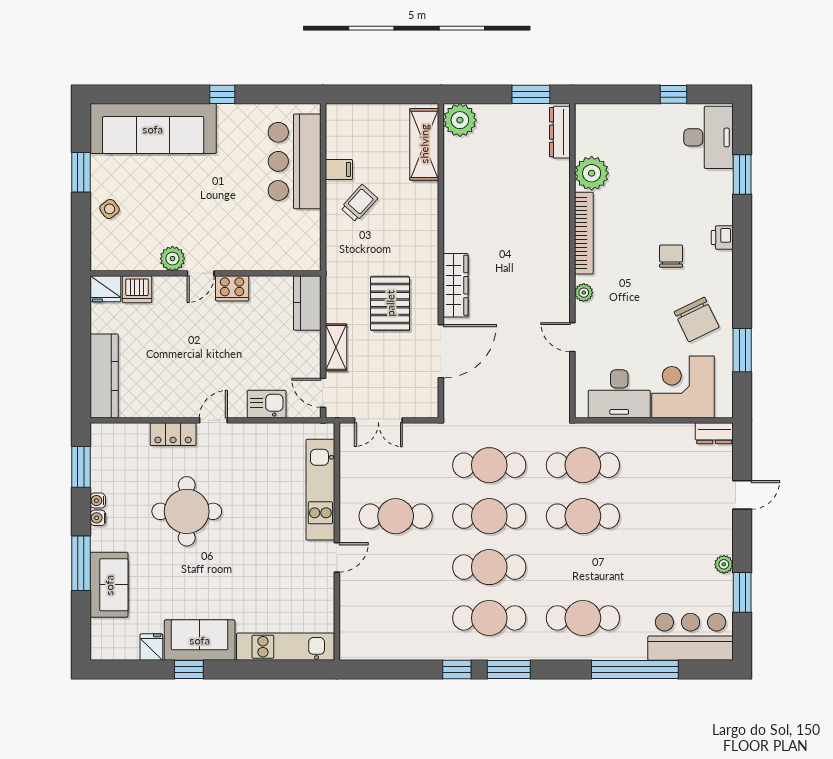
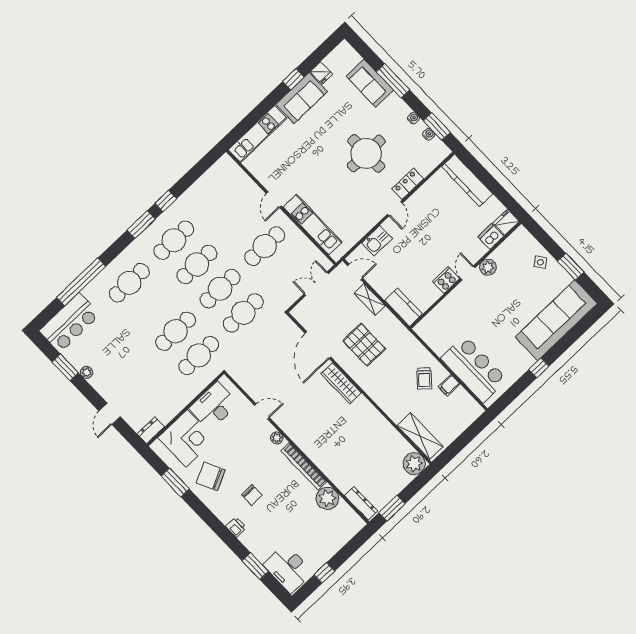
water cooler: (98, 518) -> (429, 134), moved

